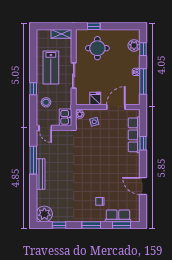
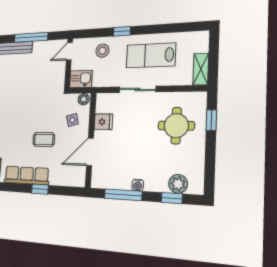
door: (116, 107) -> (90, 152), swing flipped
row of seats: (134, 135) -> (27, 175), moved
coffee table: (108, 143) -> (44, 139), added

